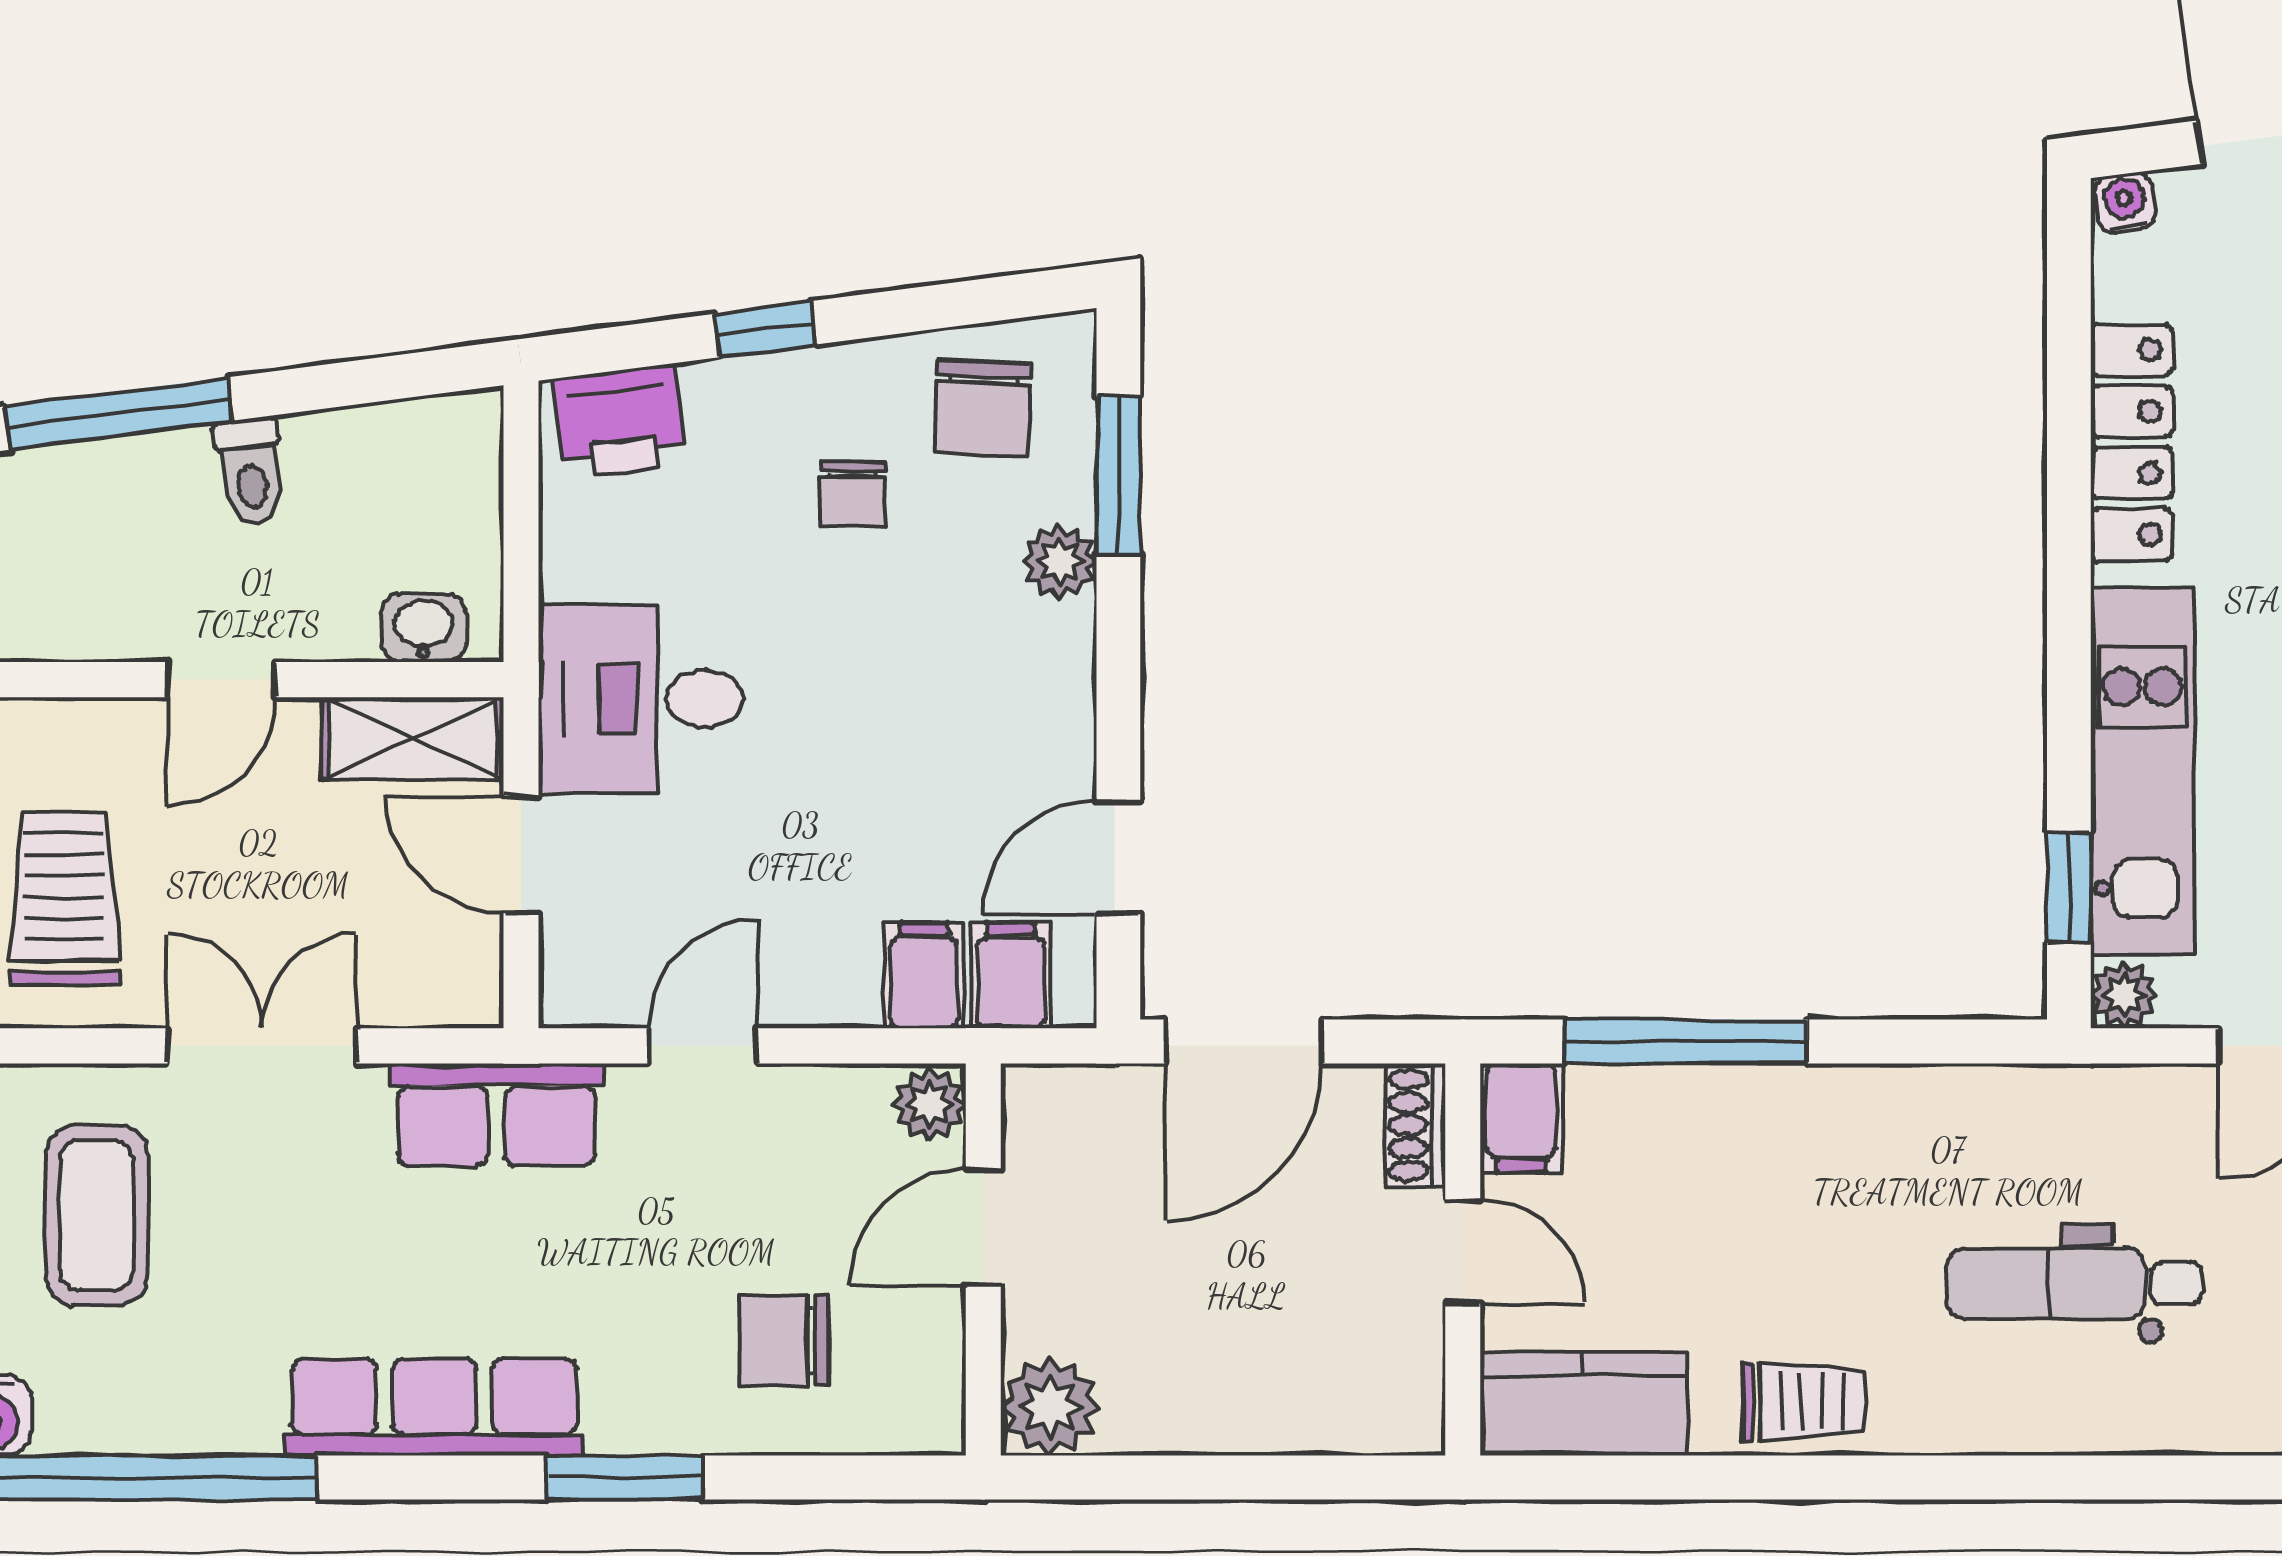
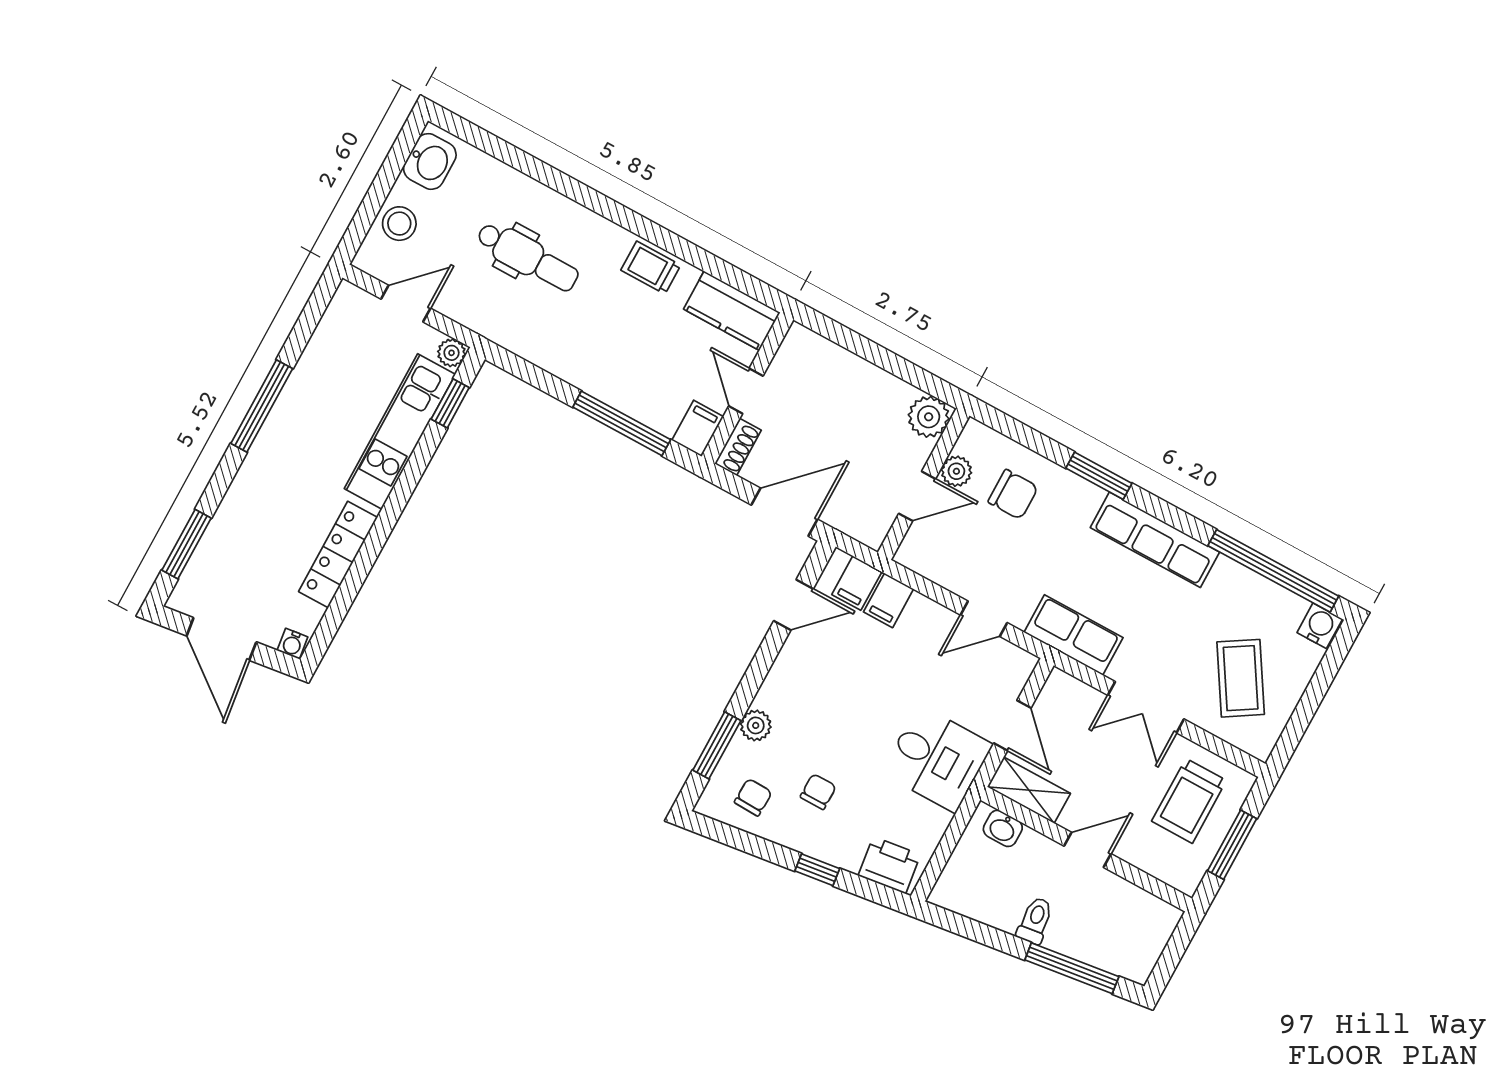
chair: (983, 408) -> (753, 797), width x0.73, depth x0.73
plant: (929, 1105) -> (956, 471), moved
coffee table: (96, 1215) -> (1241, 678), turned -32

